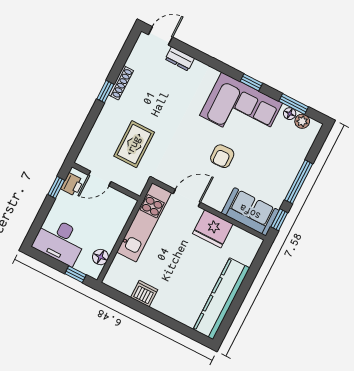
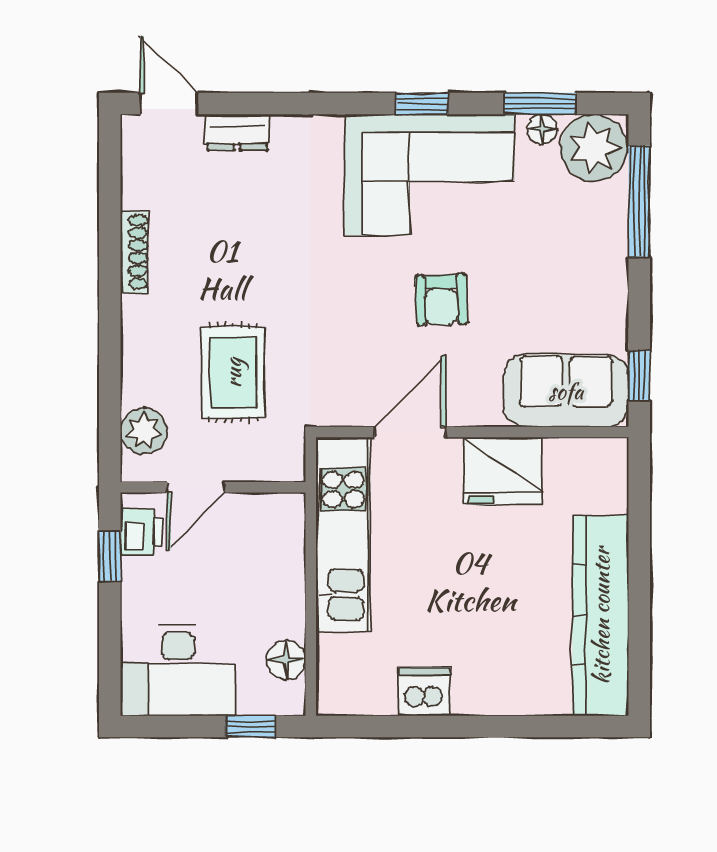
door: (160, 36) -> (169, 104), hinge flipped
window: (105, 92) -> (110, 289), removed
plant: (302, 121) -> (594, 148), width x1.88, depth x1.88
plant: (91, 149) -> (144, 431), added
window: (299, 182) -> (639, 202), moved

